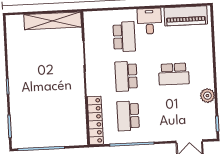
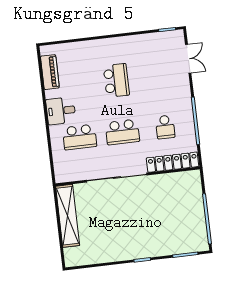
piano: (186, 16) -> (50, 72), width x0.73, depth x0.75
school desk: (124, 37) -> (80, 137), turned 180
plant: (207, 96) -> (137, 42), removed
school desk: (128, 116) -> (165, 127), width x0.54

